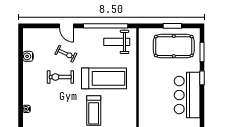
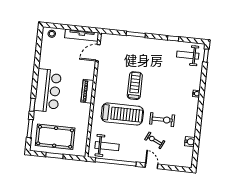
treadmill: (104, 78) -> (122, 114), turned 180
piano: (144, 99) -> (87, 91), added

